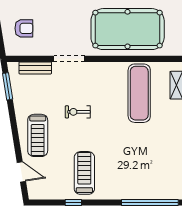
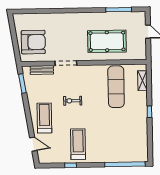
armchair: (24, 28) -> (33, 42), width x1.88, depth x1.88
pool table: (128, 29) -> (107, 41), width x0.73, depth x0.76
treadmill: (38, 135) -> (44, 118), turned 180

